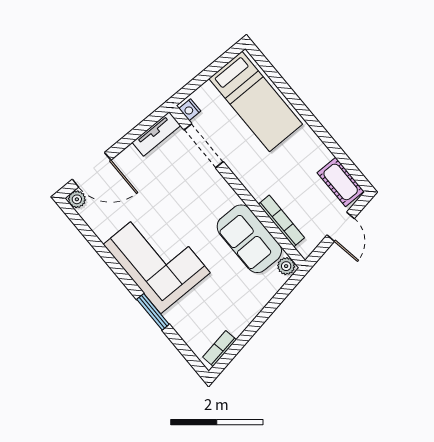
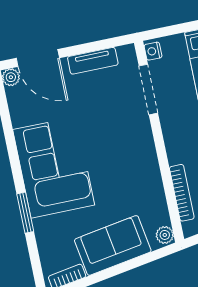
tv unit: (156, 134) -> (93, 61), moved
sofa: (249, 239) -> (113, 245), moved, turned 81

